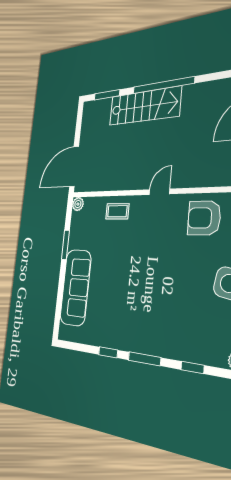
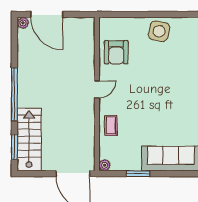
stairs: (144, 106) -> (29, 139), moved
door: (159, 192) -> (97, 89), swing flipped

